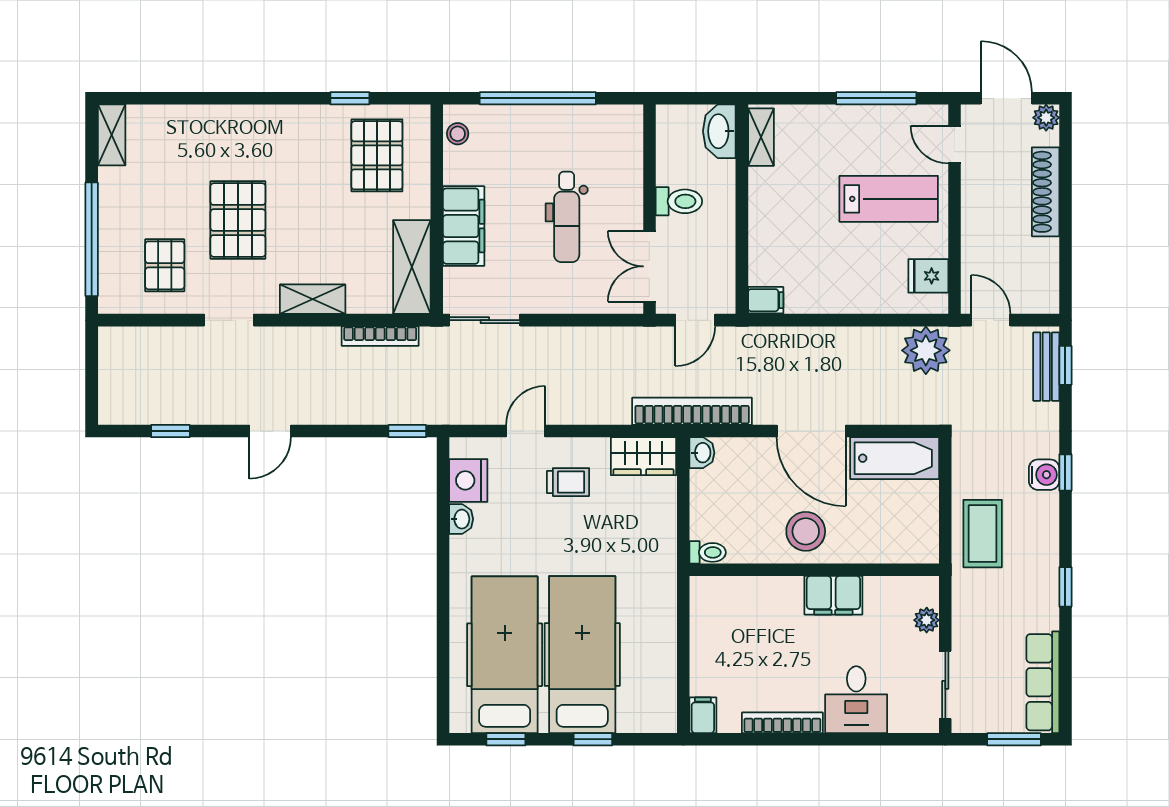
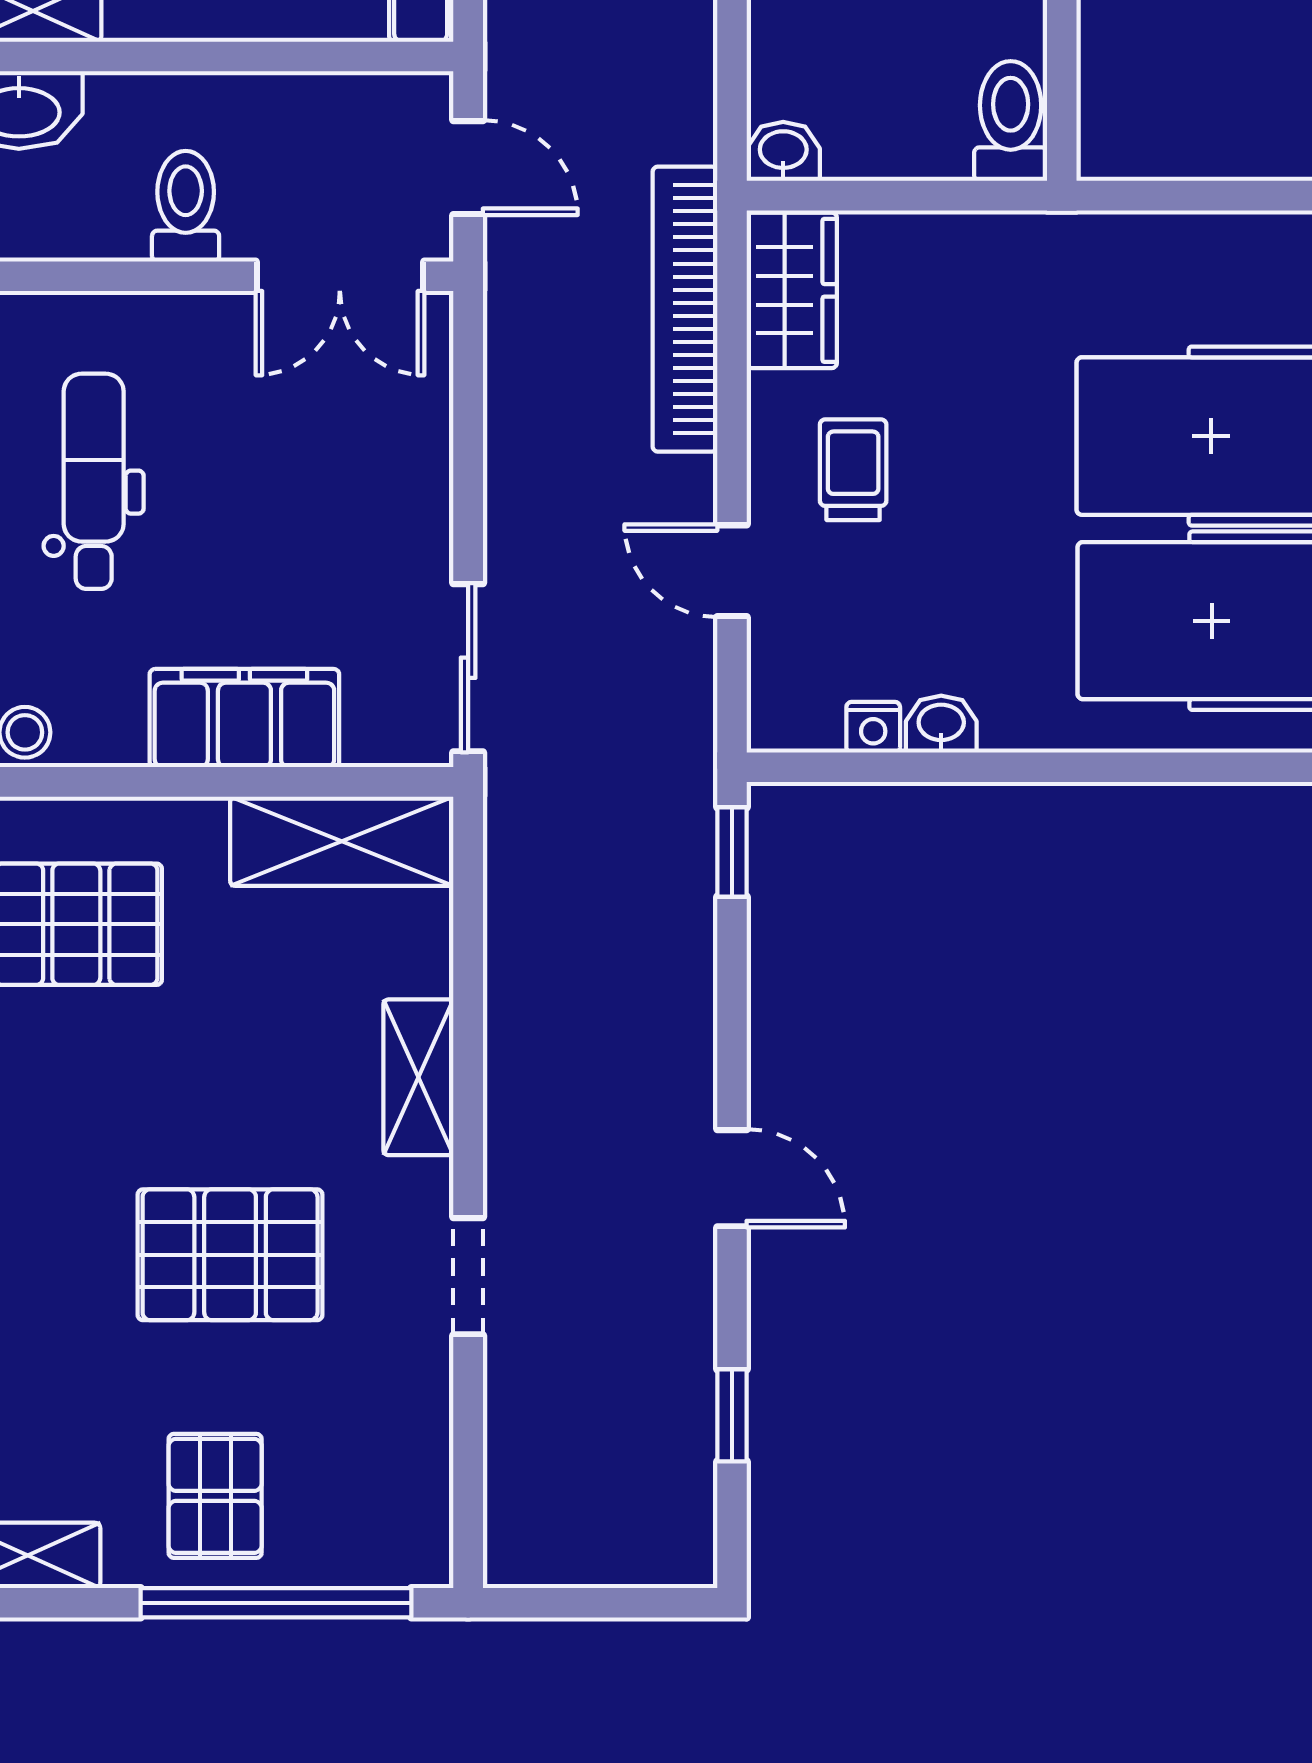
dental chair: (567, 217) -> (94, 481), moved, turned -90
pallet: (165, 265) -> (215, 1496), moved, turned 90
bookcase: (380, 336) -> (506, 917), removed
bookcase: (692, 411) -> (685, 309), moved
nightstand: (468, 480) -> (873, 727), width x0.53, depth x0.56
toilet: (708, 552) -> (1011, 121), width x1.37, depth x1.39

